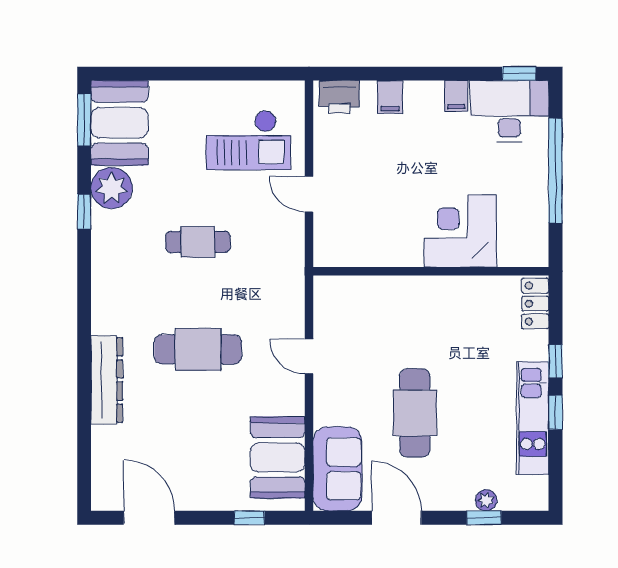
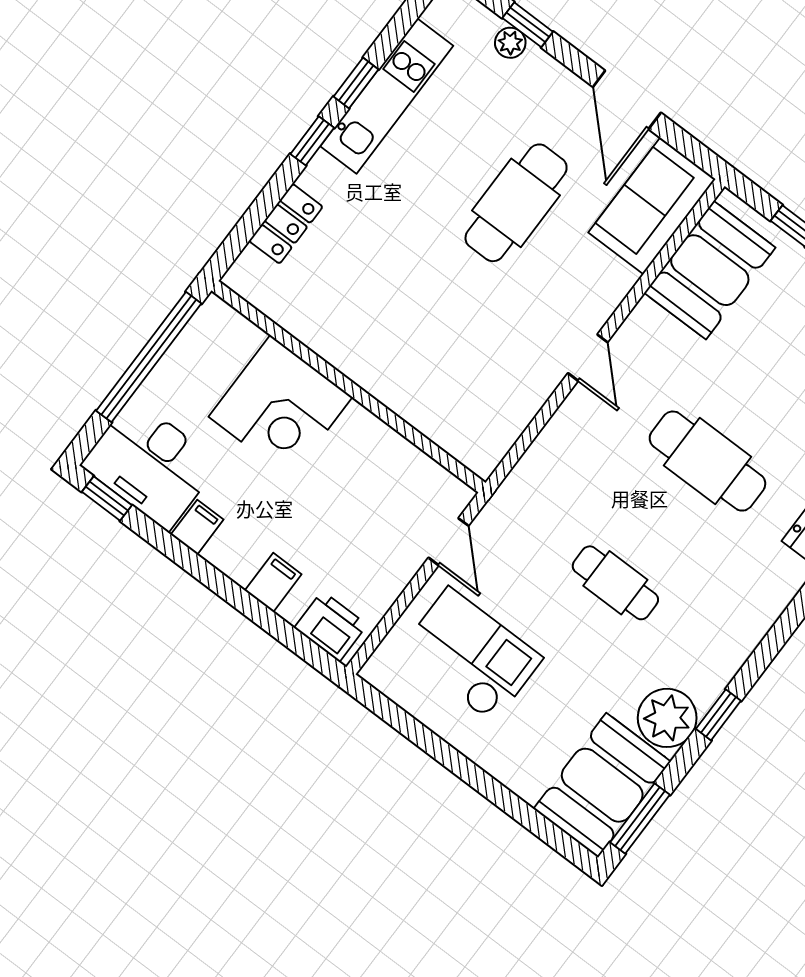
corner desk: (460, 231) -> (280, 407), moved
wall: (431, 271) -> (348, 387), moved

